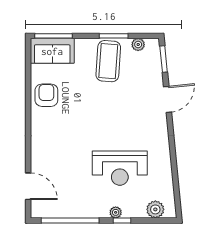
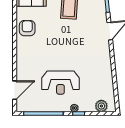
reception desk: (120, 168) -> (60, 83), moved
door: (28, 186) -> (15, 90), hinge flipped

